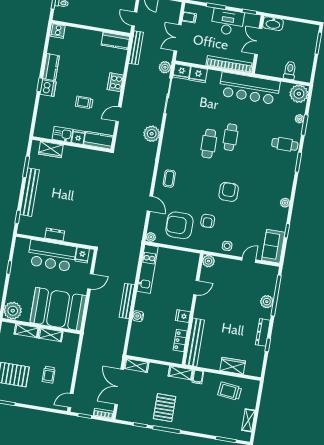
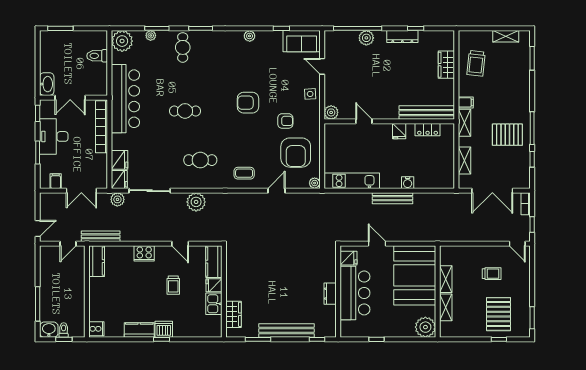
cafe table: (209, 144) -> (200, 160), moved
shelving: (136, 365) -> (464, 161), moved

